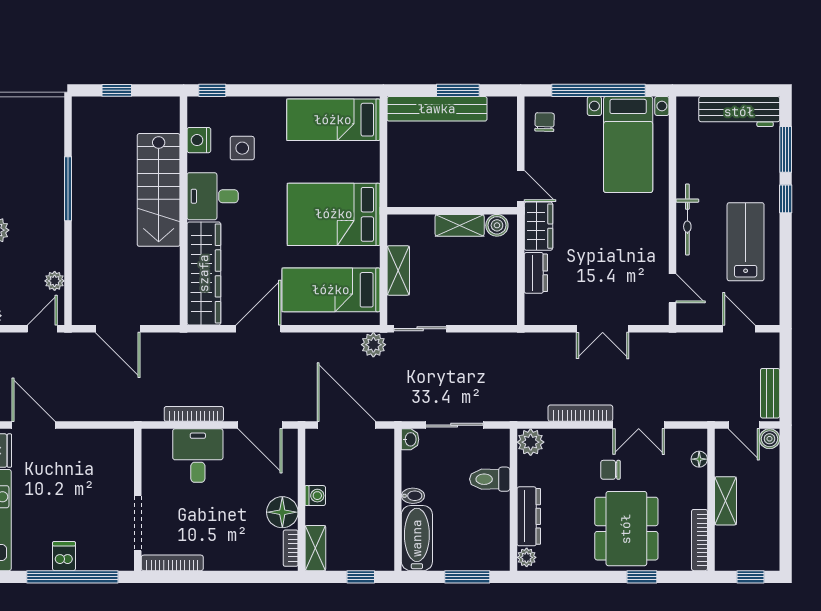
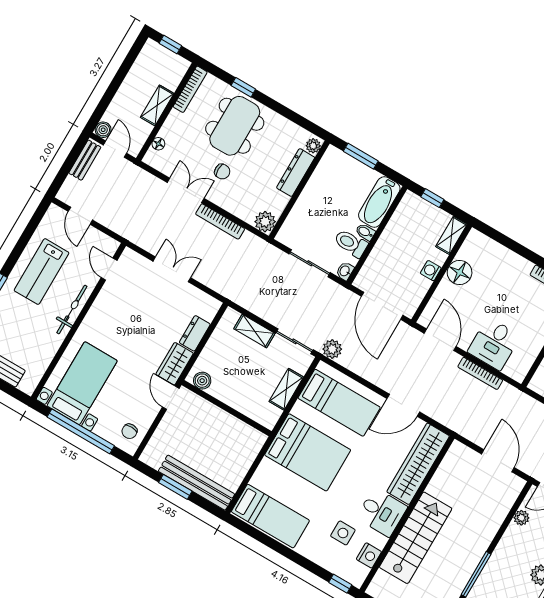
shelving: (460, 225) -> (254, 331), moved
toilet: (490, 479) -> (351, 243), moved, turned 180
bookcase: (291, 548) -> (468, 245), removed

